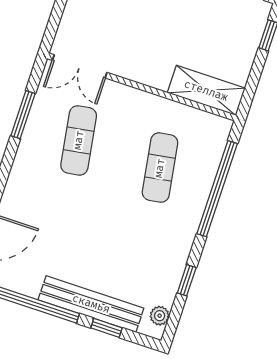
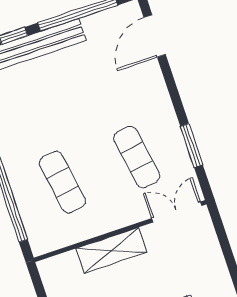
shelving: (206, 91) -> (111, 250), moved

